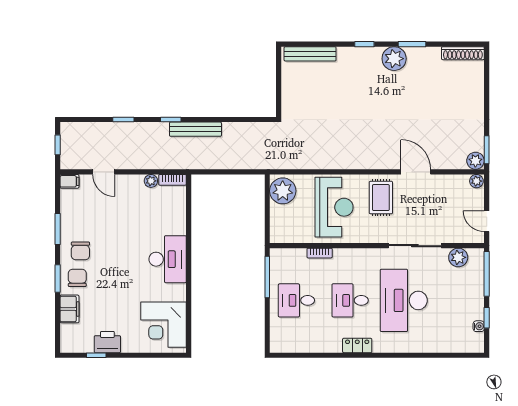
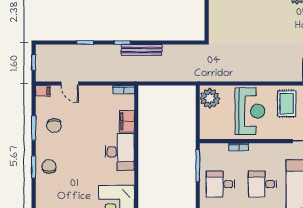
plant: (151, 181) -> (107, 91), removed
chair: (80, 251) -> (54, 125), moved
filing cabinet: (69, 309) -> (127, 121), moved, turned 180

